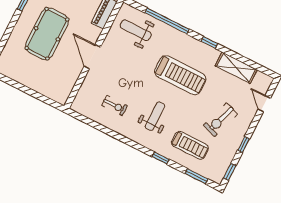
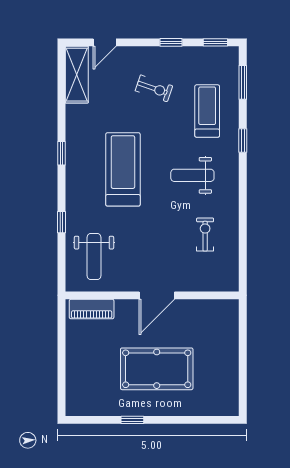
window: (167, 21) -> (62, 222), width x0.32
shelving: (236, 68) -> (77, 75), moved
exercise bike: (221, 120) -> (154, 88), width x0.73, depth x0.72

